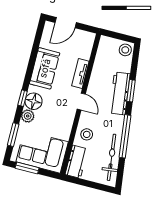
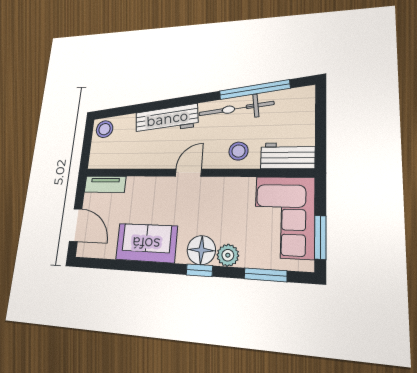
tv unit: (80, 74) -> (105, 184), moved
window: (131, 91) -> (160, 105), removed
window: (125, 136) -> (254, 90), moved
bicycle: (112, 157) -> (236, 109), moved

